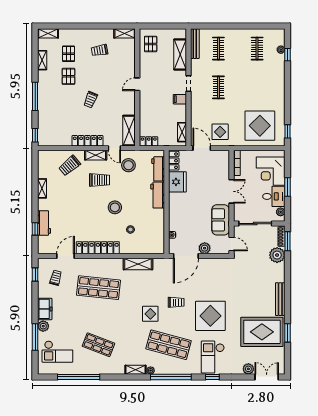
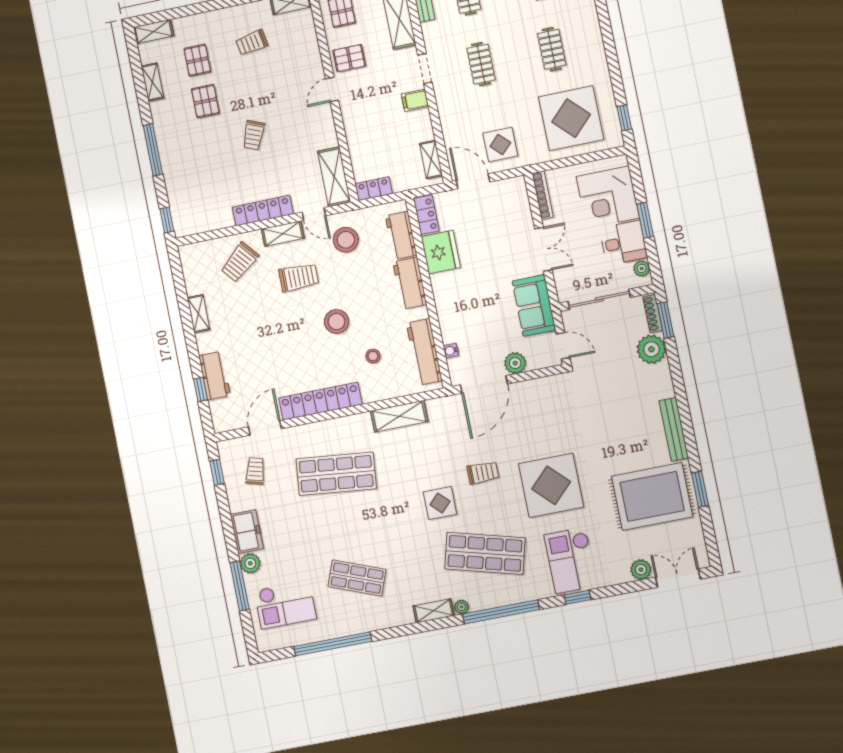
pallet: (150, 70) -> (349, 58), added
clothes rail: (257, 87) -> (552, 49), added
workbench: (158, 233) -> (424, 352), added

